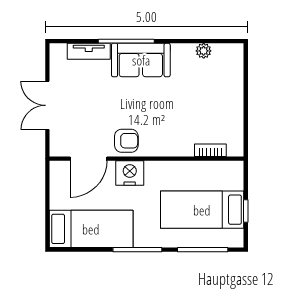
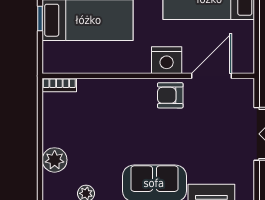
plant: (232, 81) -> (55, 160), added
bookcase: (210, 150) -> (59, 85), moved

